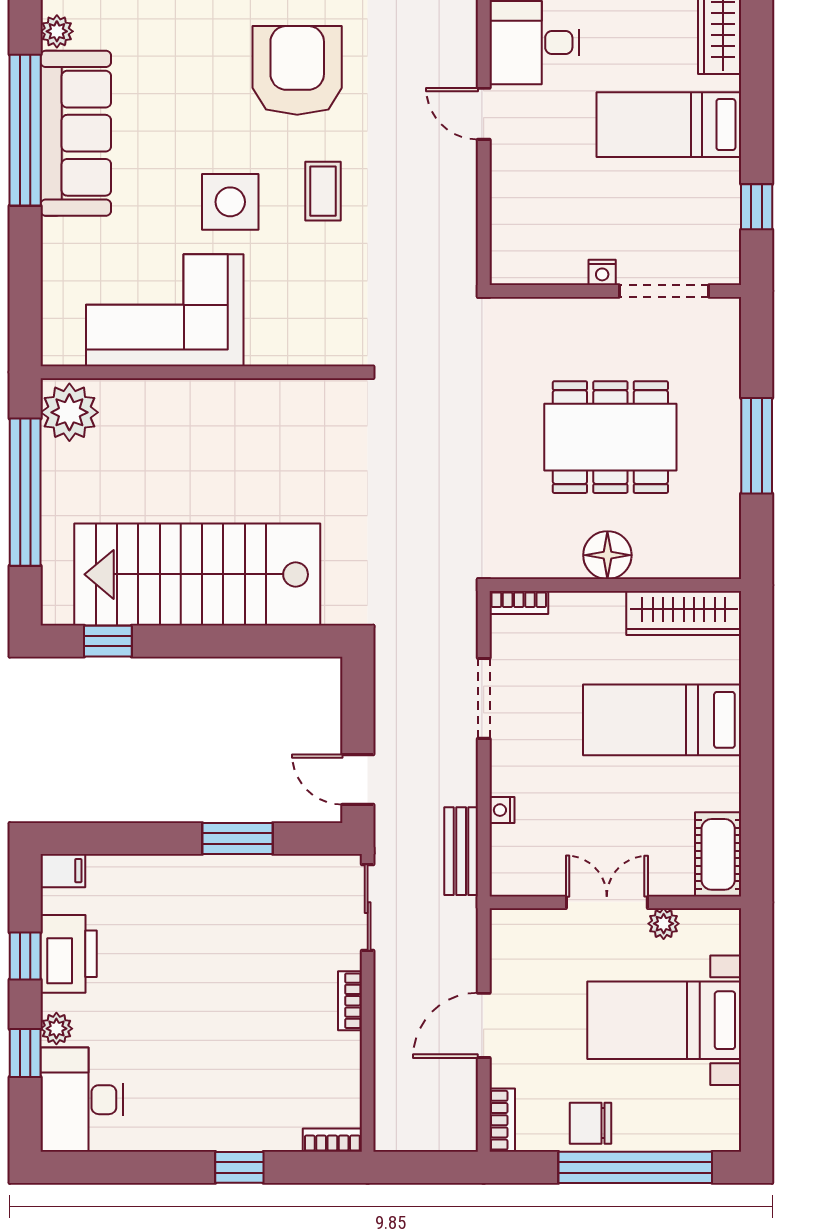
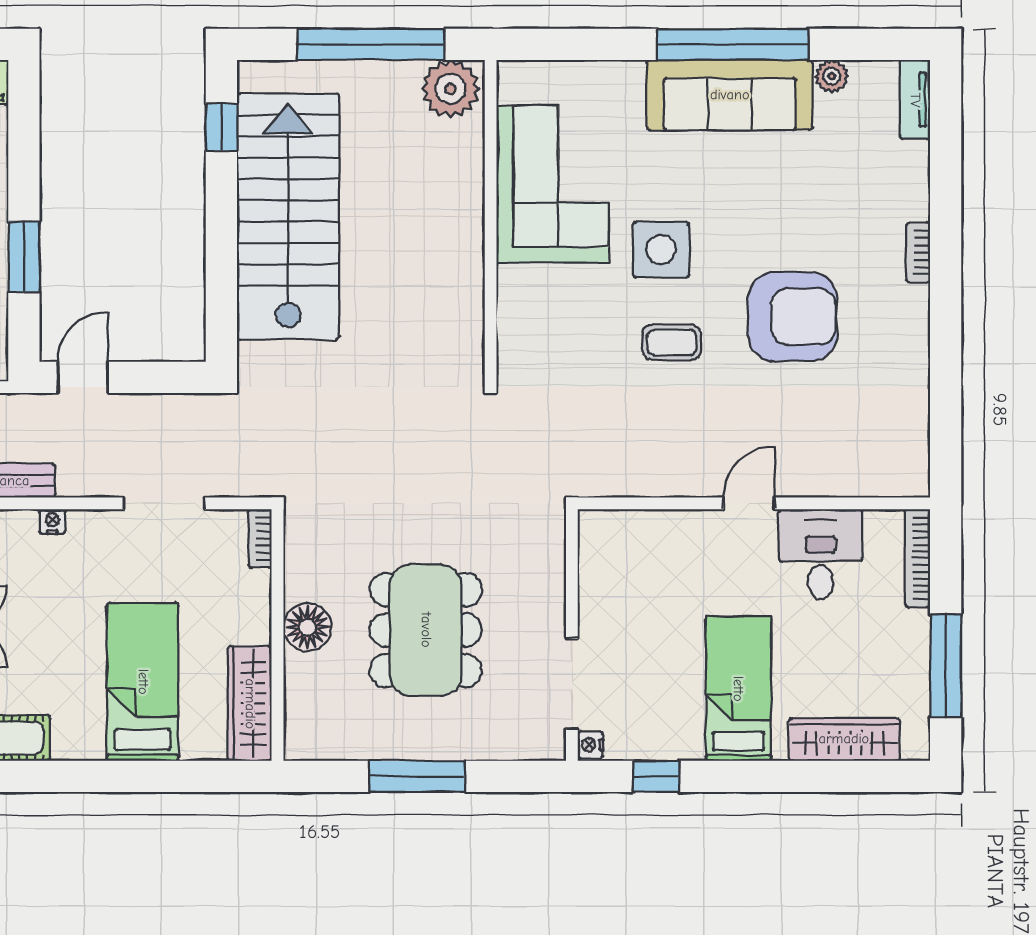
nightstand: (602, 272) -> (590, 745), moved

